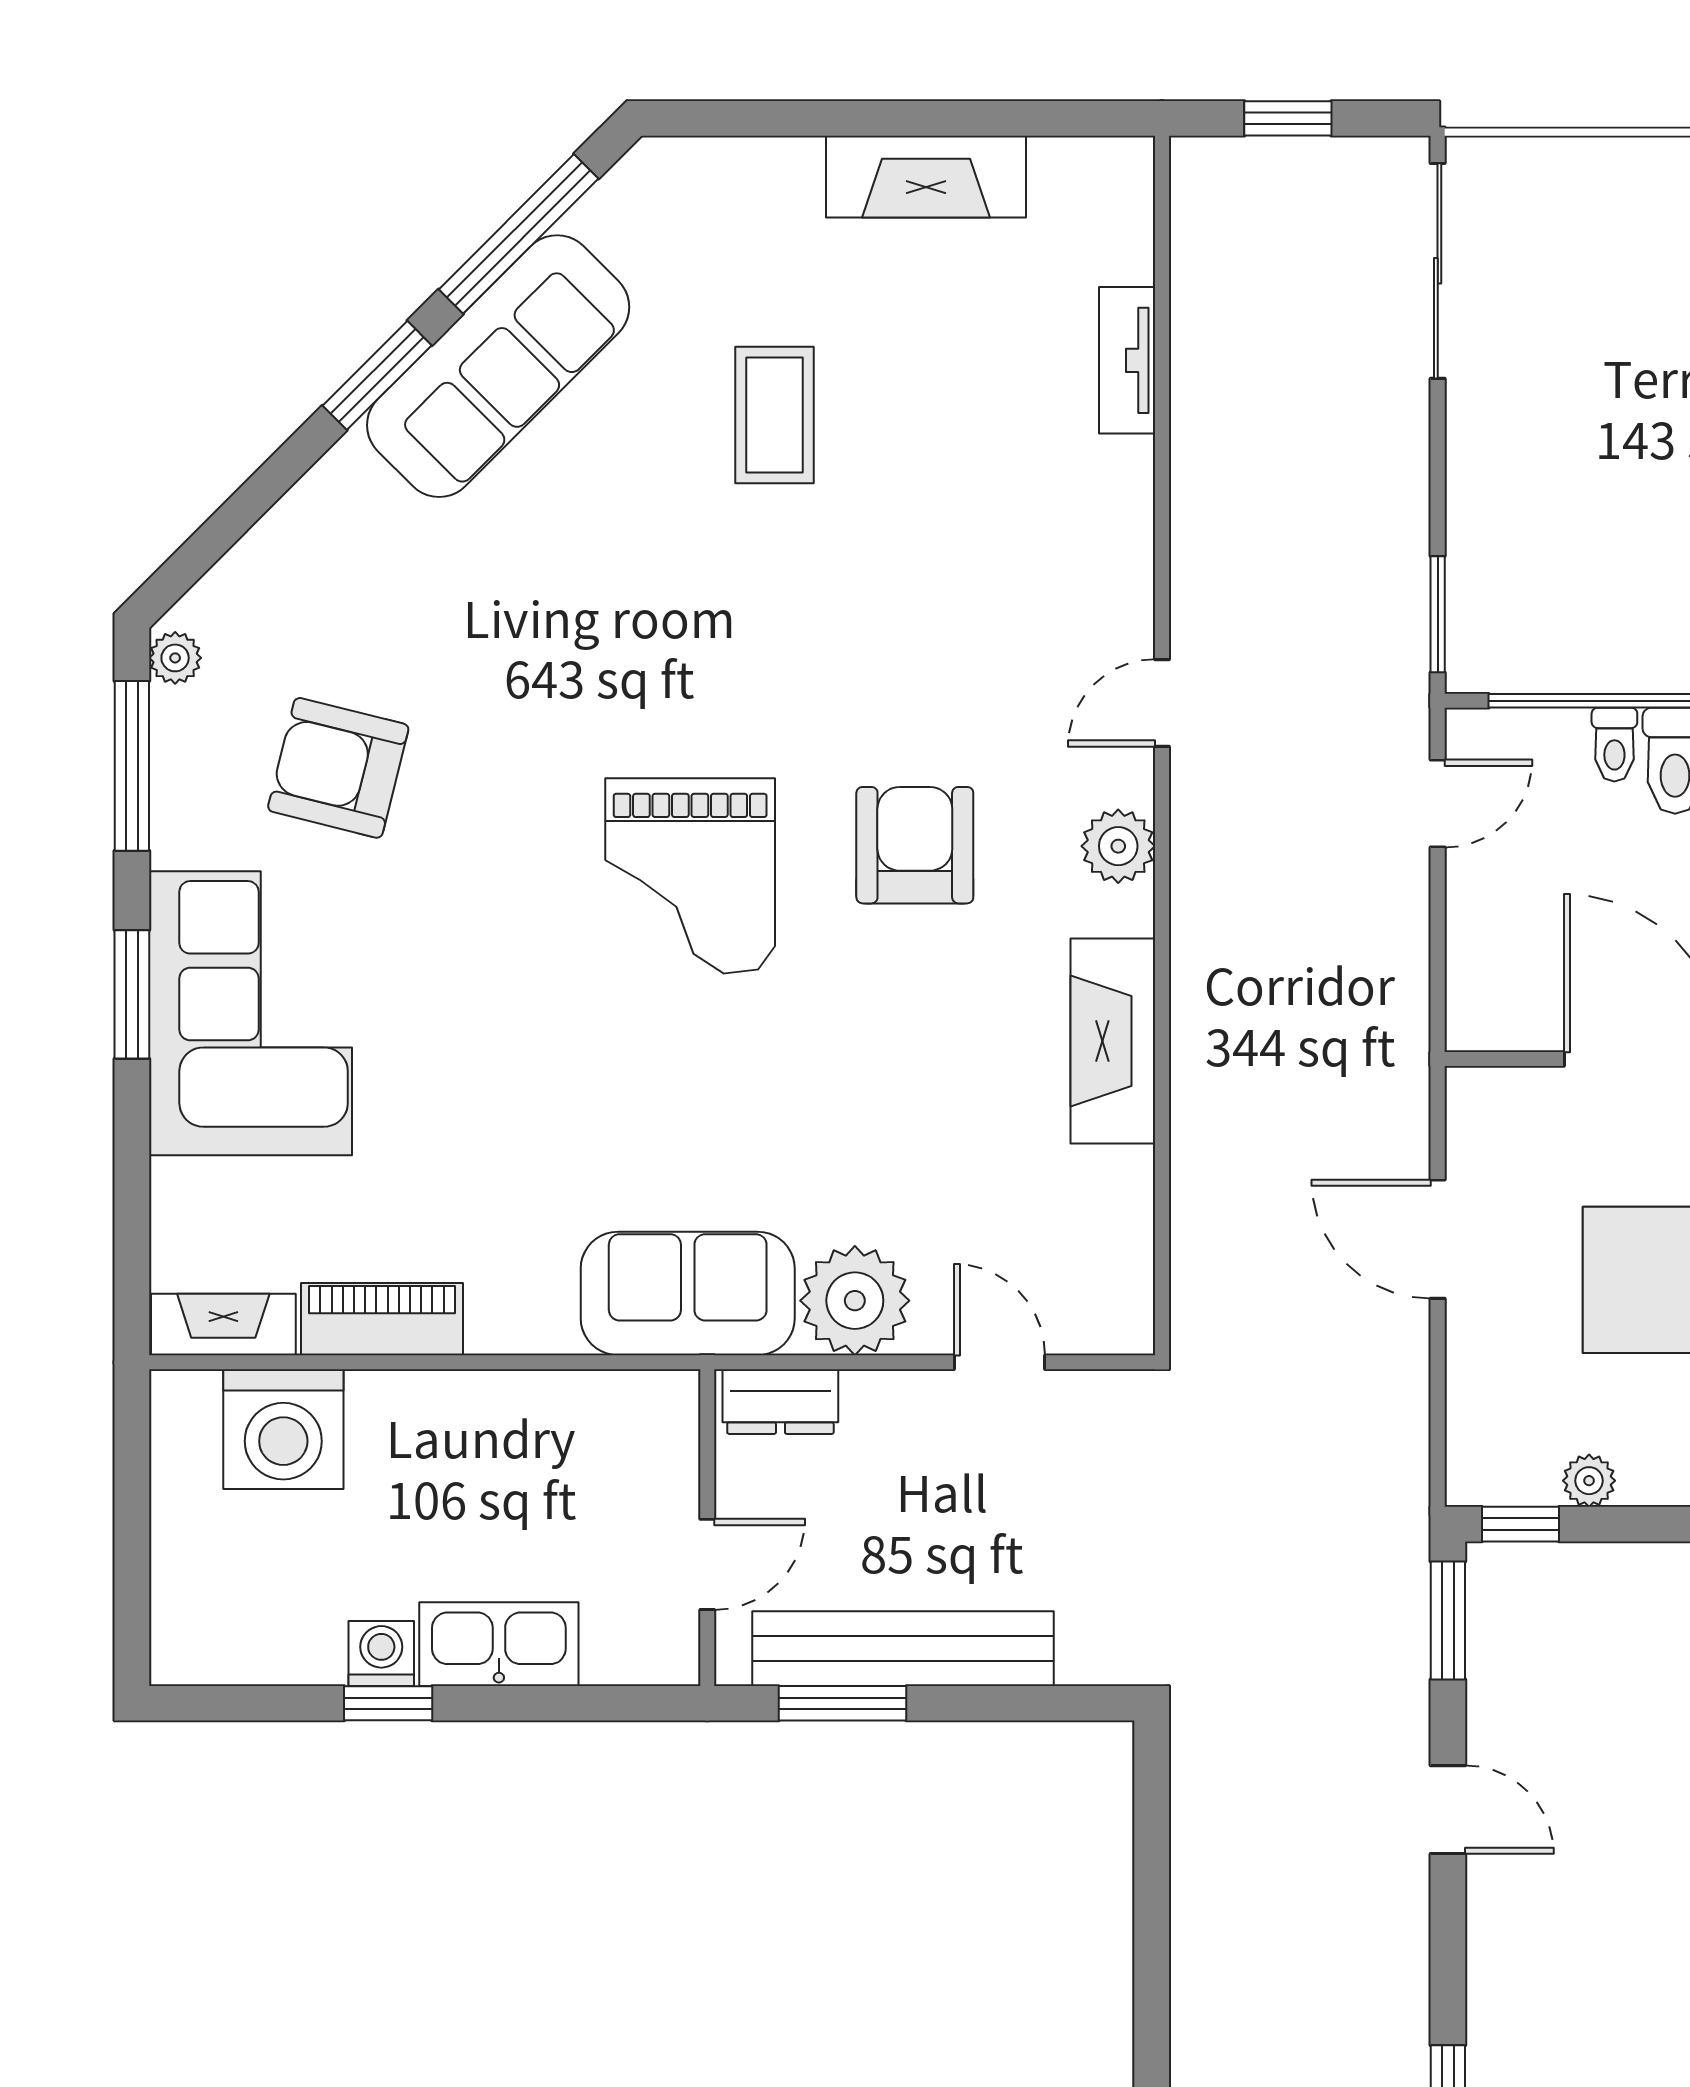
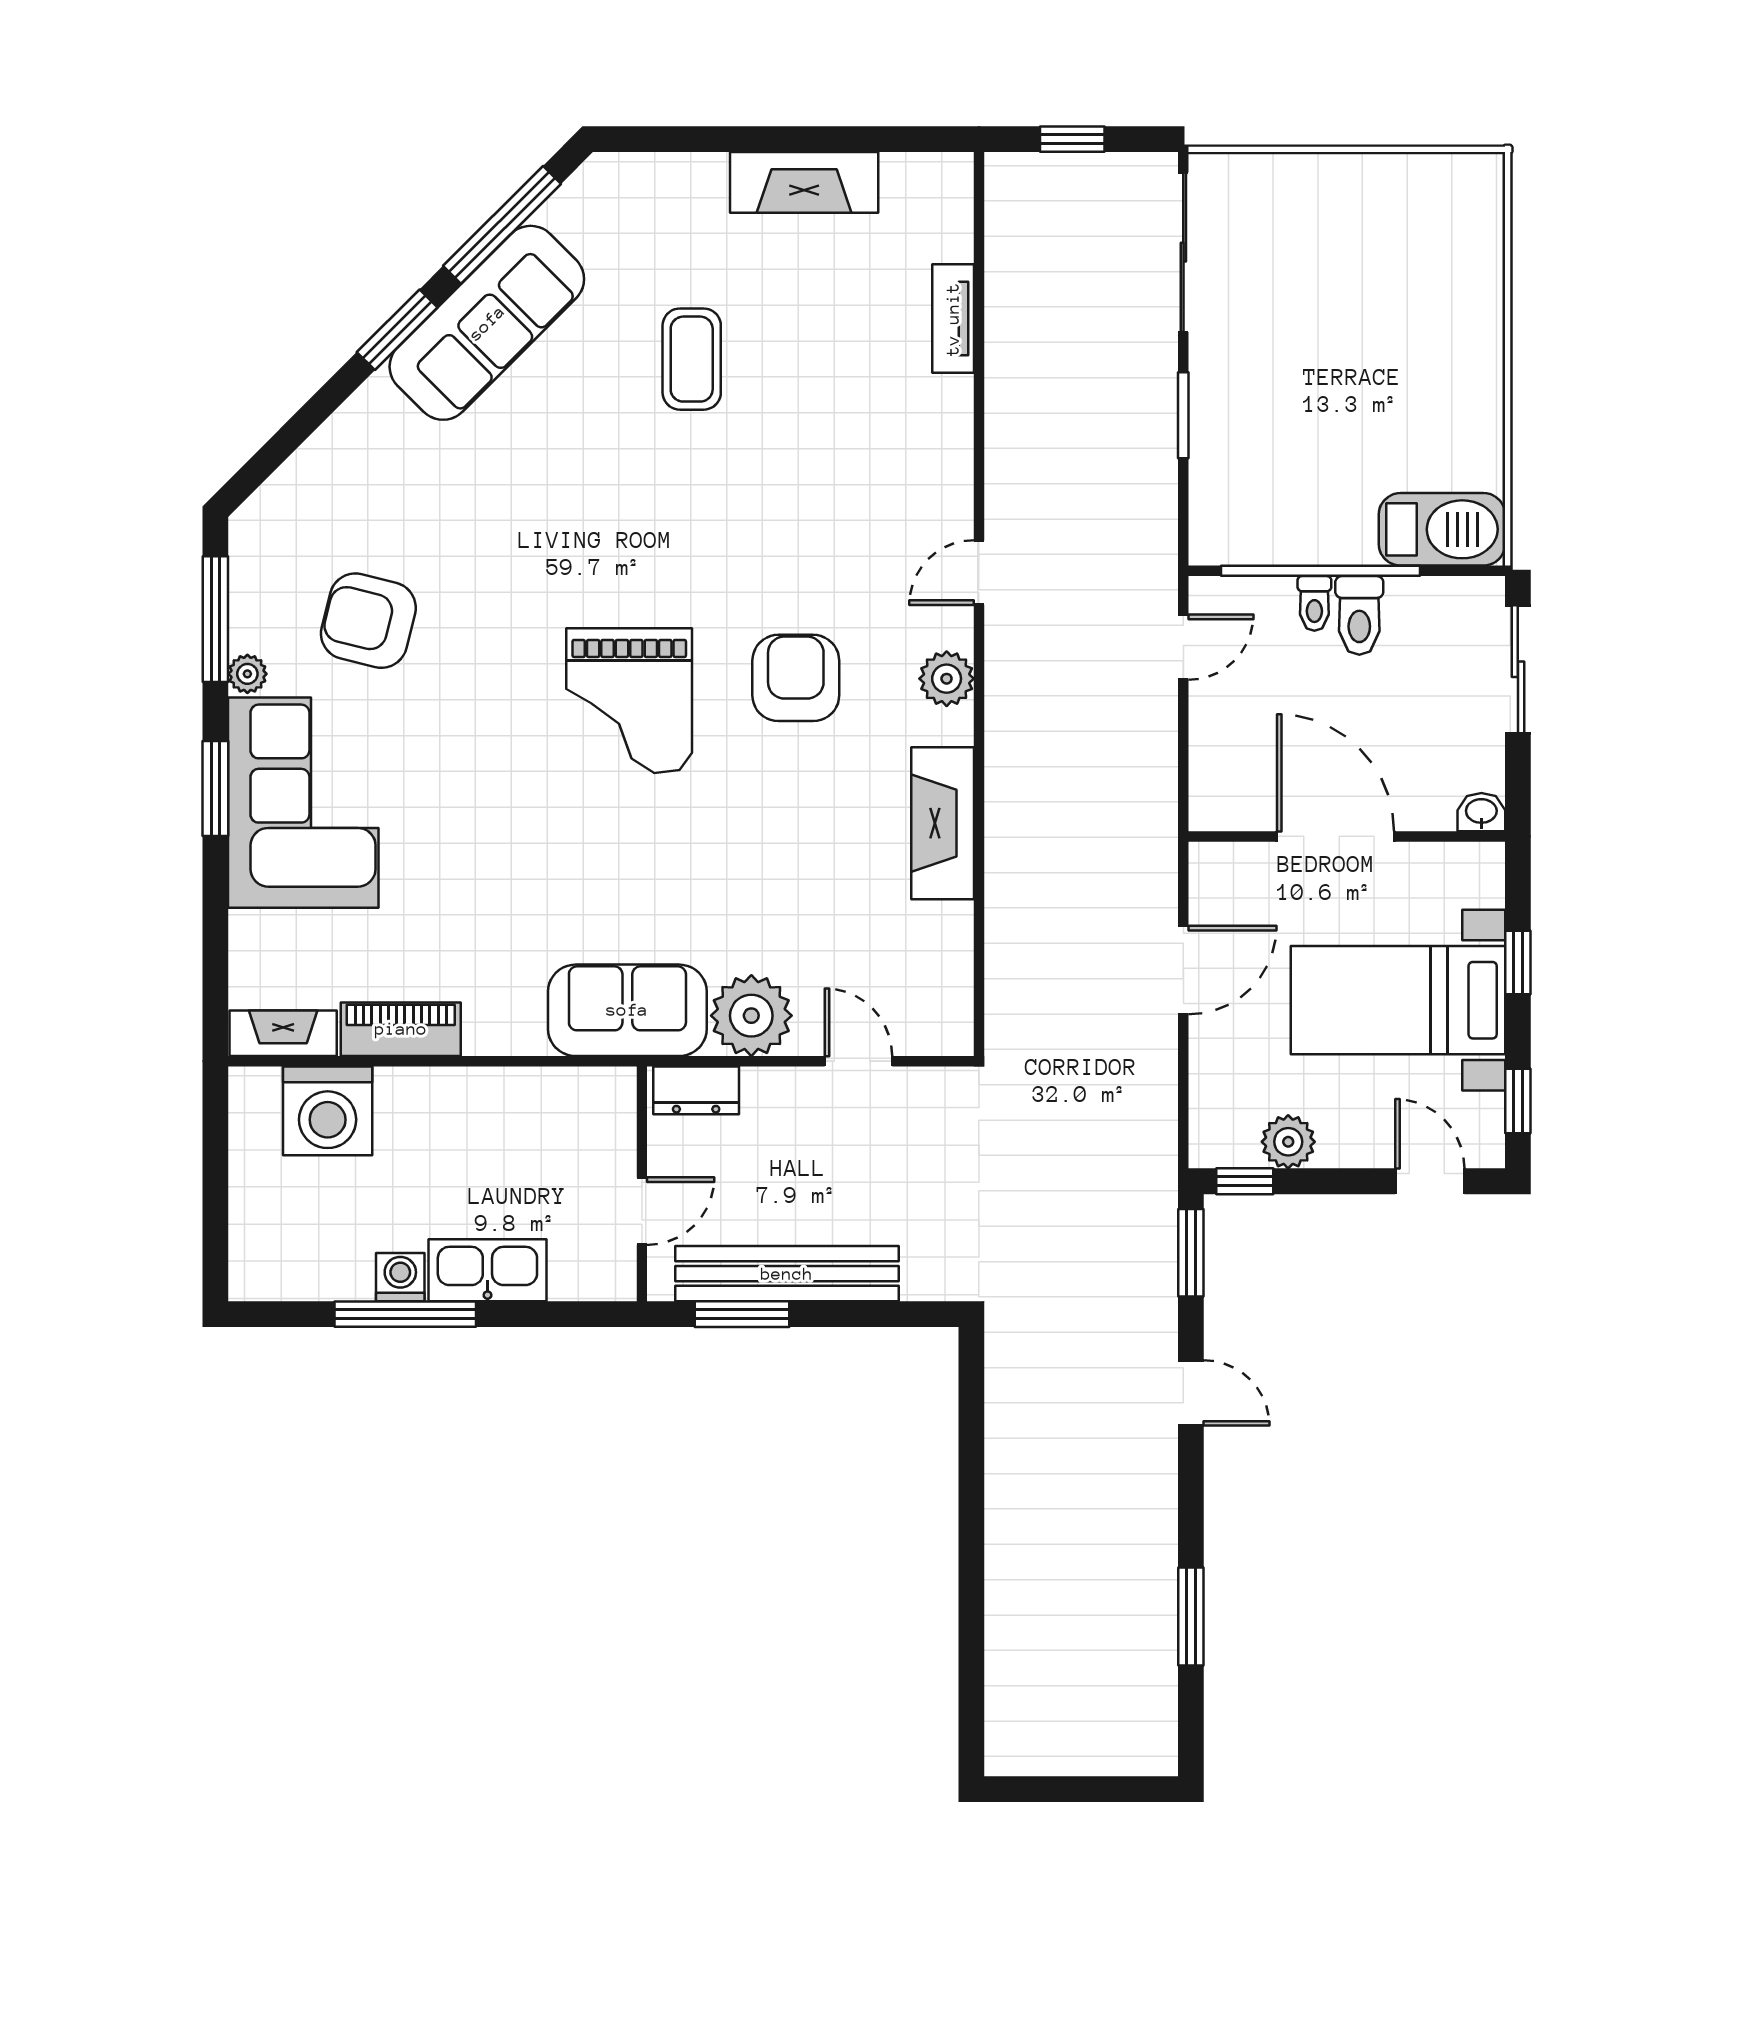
window: (1438, 614) -> (1183, 415), moved
plant: (175, 658) -> (247, 674), moved
door: (1438, 1239) -> (1183, 970), swing flipped
plant: (1589, 1481) -> (1288, 1142), width x1.38, depth x1.38
window: (388, 1703) -> (405, 1314), width x2.17

